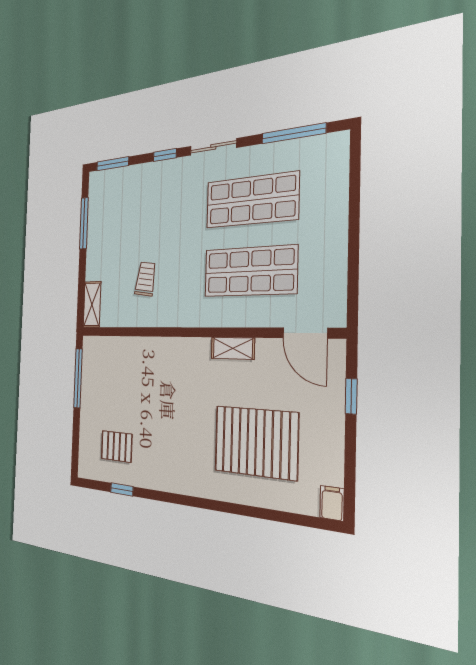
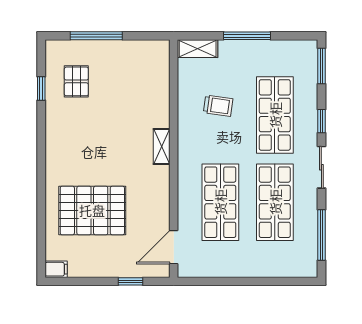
shop shelf: (157, 211) -> (275, 115), added
window: (84, 223) -> (247, 36), moved
shelving: (233, 348) -> (162, 147), moved
window: (78, 378) -> (96, 36), moved
pallet: (256, 442) -> (92, 210), turned 90

